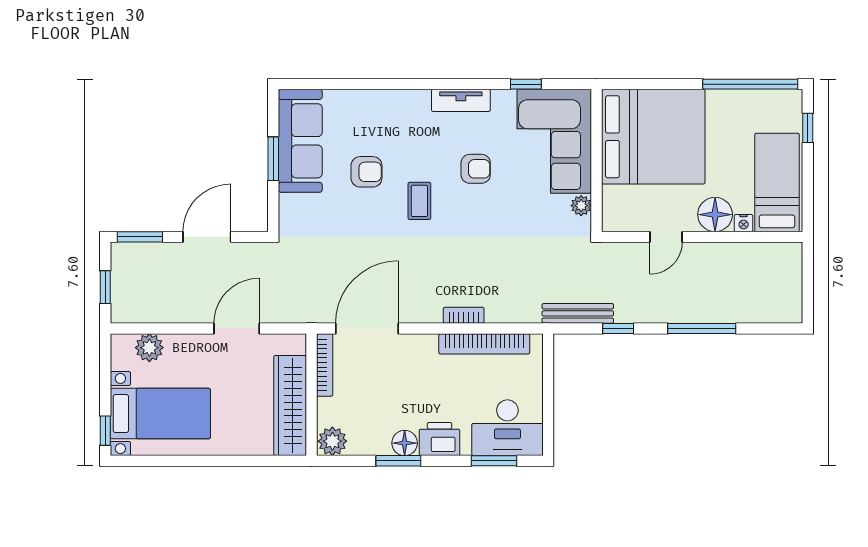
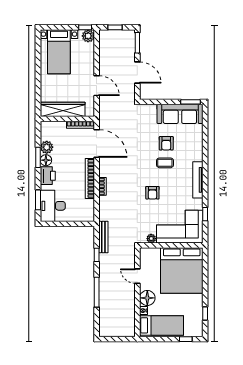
window: (750, 84) -> (205, 314), width x0.32
tv unit: (461, 100) -> (198, 180), width x1.41
window: (273, 159) -> (191, 102), moved
armchair: (476, 169) -> (152, 193), moved
coffee table: (419, 201) -> (165, 163), moved
bookcase: (484, 344) -> (90, 178), moved
plant: (149, 348) -> (88, 36), moved
window: (105, 431) -> (85, 27), moved
plant: (332, 441) -> (47, 147), moved

